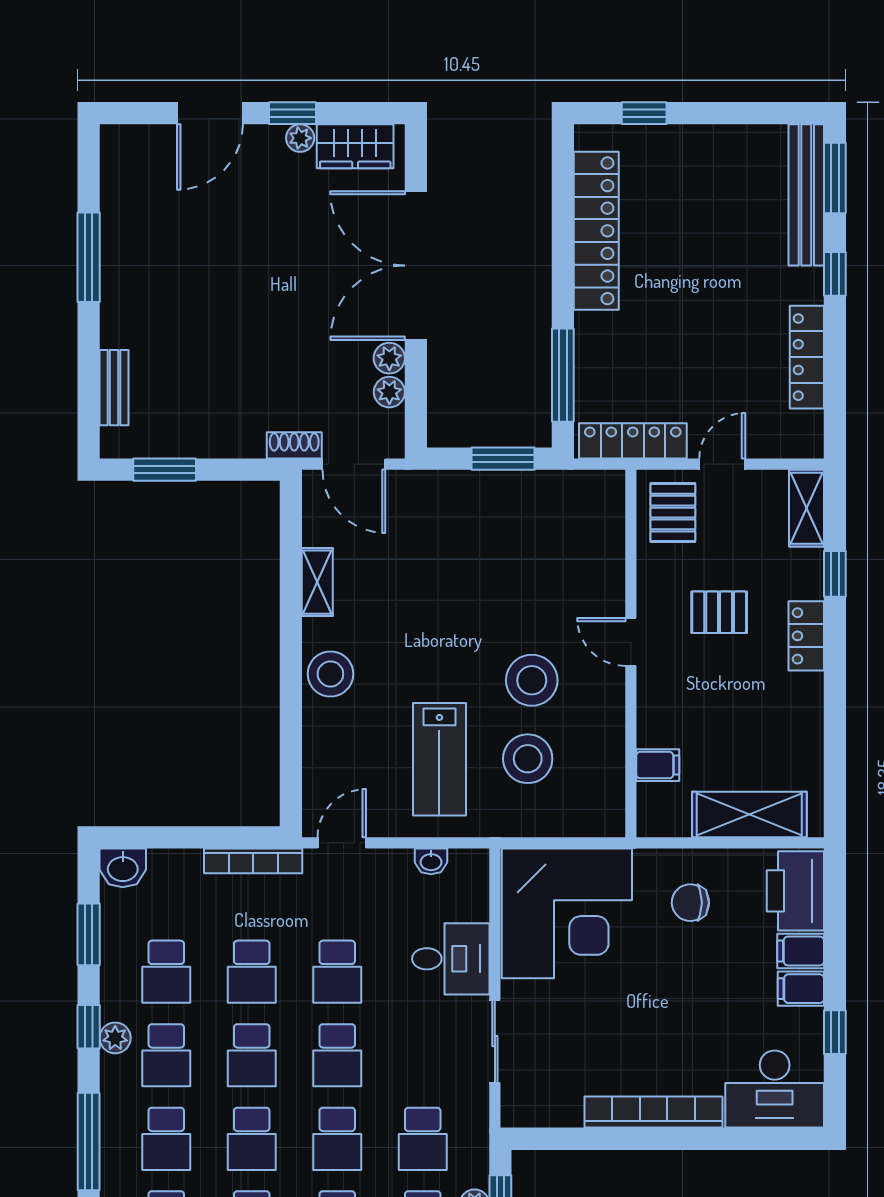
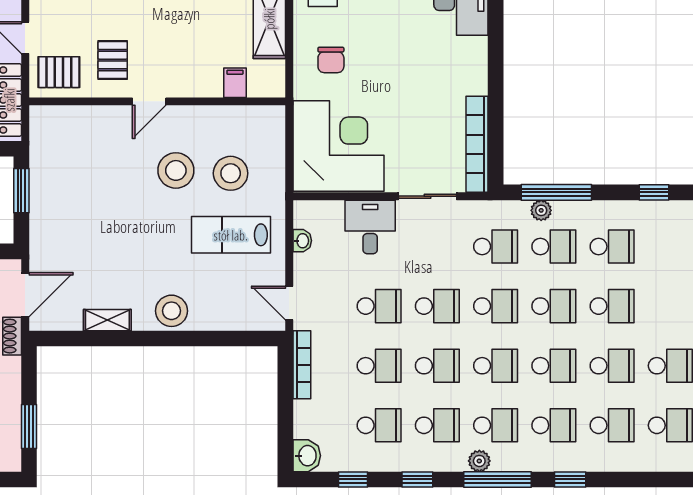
pallet: (719, 612) -> (113, 60), moved
lab bench: (439, 759) -> (231, 235), turned 180
window: (89, 934) -> (353, 479), width x0.67
plant: (115, 1038) -> (479, 461), moved
bookcase: (654, 1112) -> (477, 144), moved

